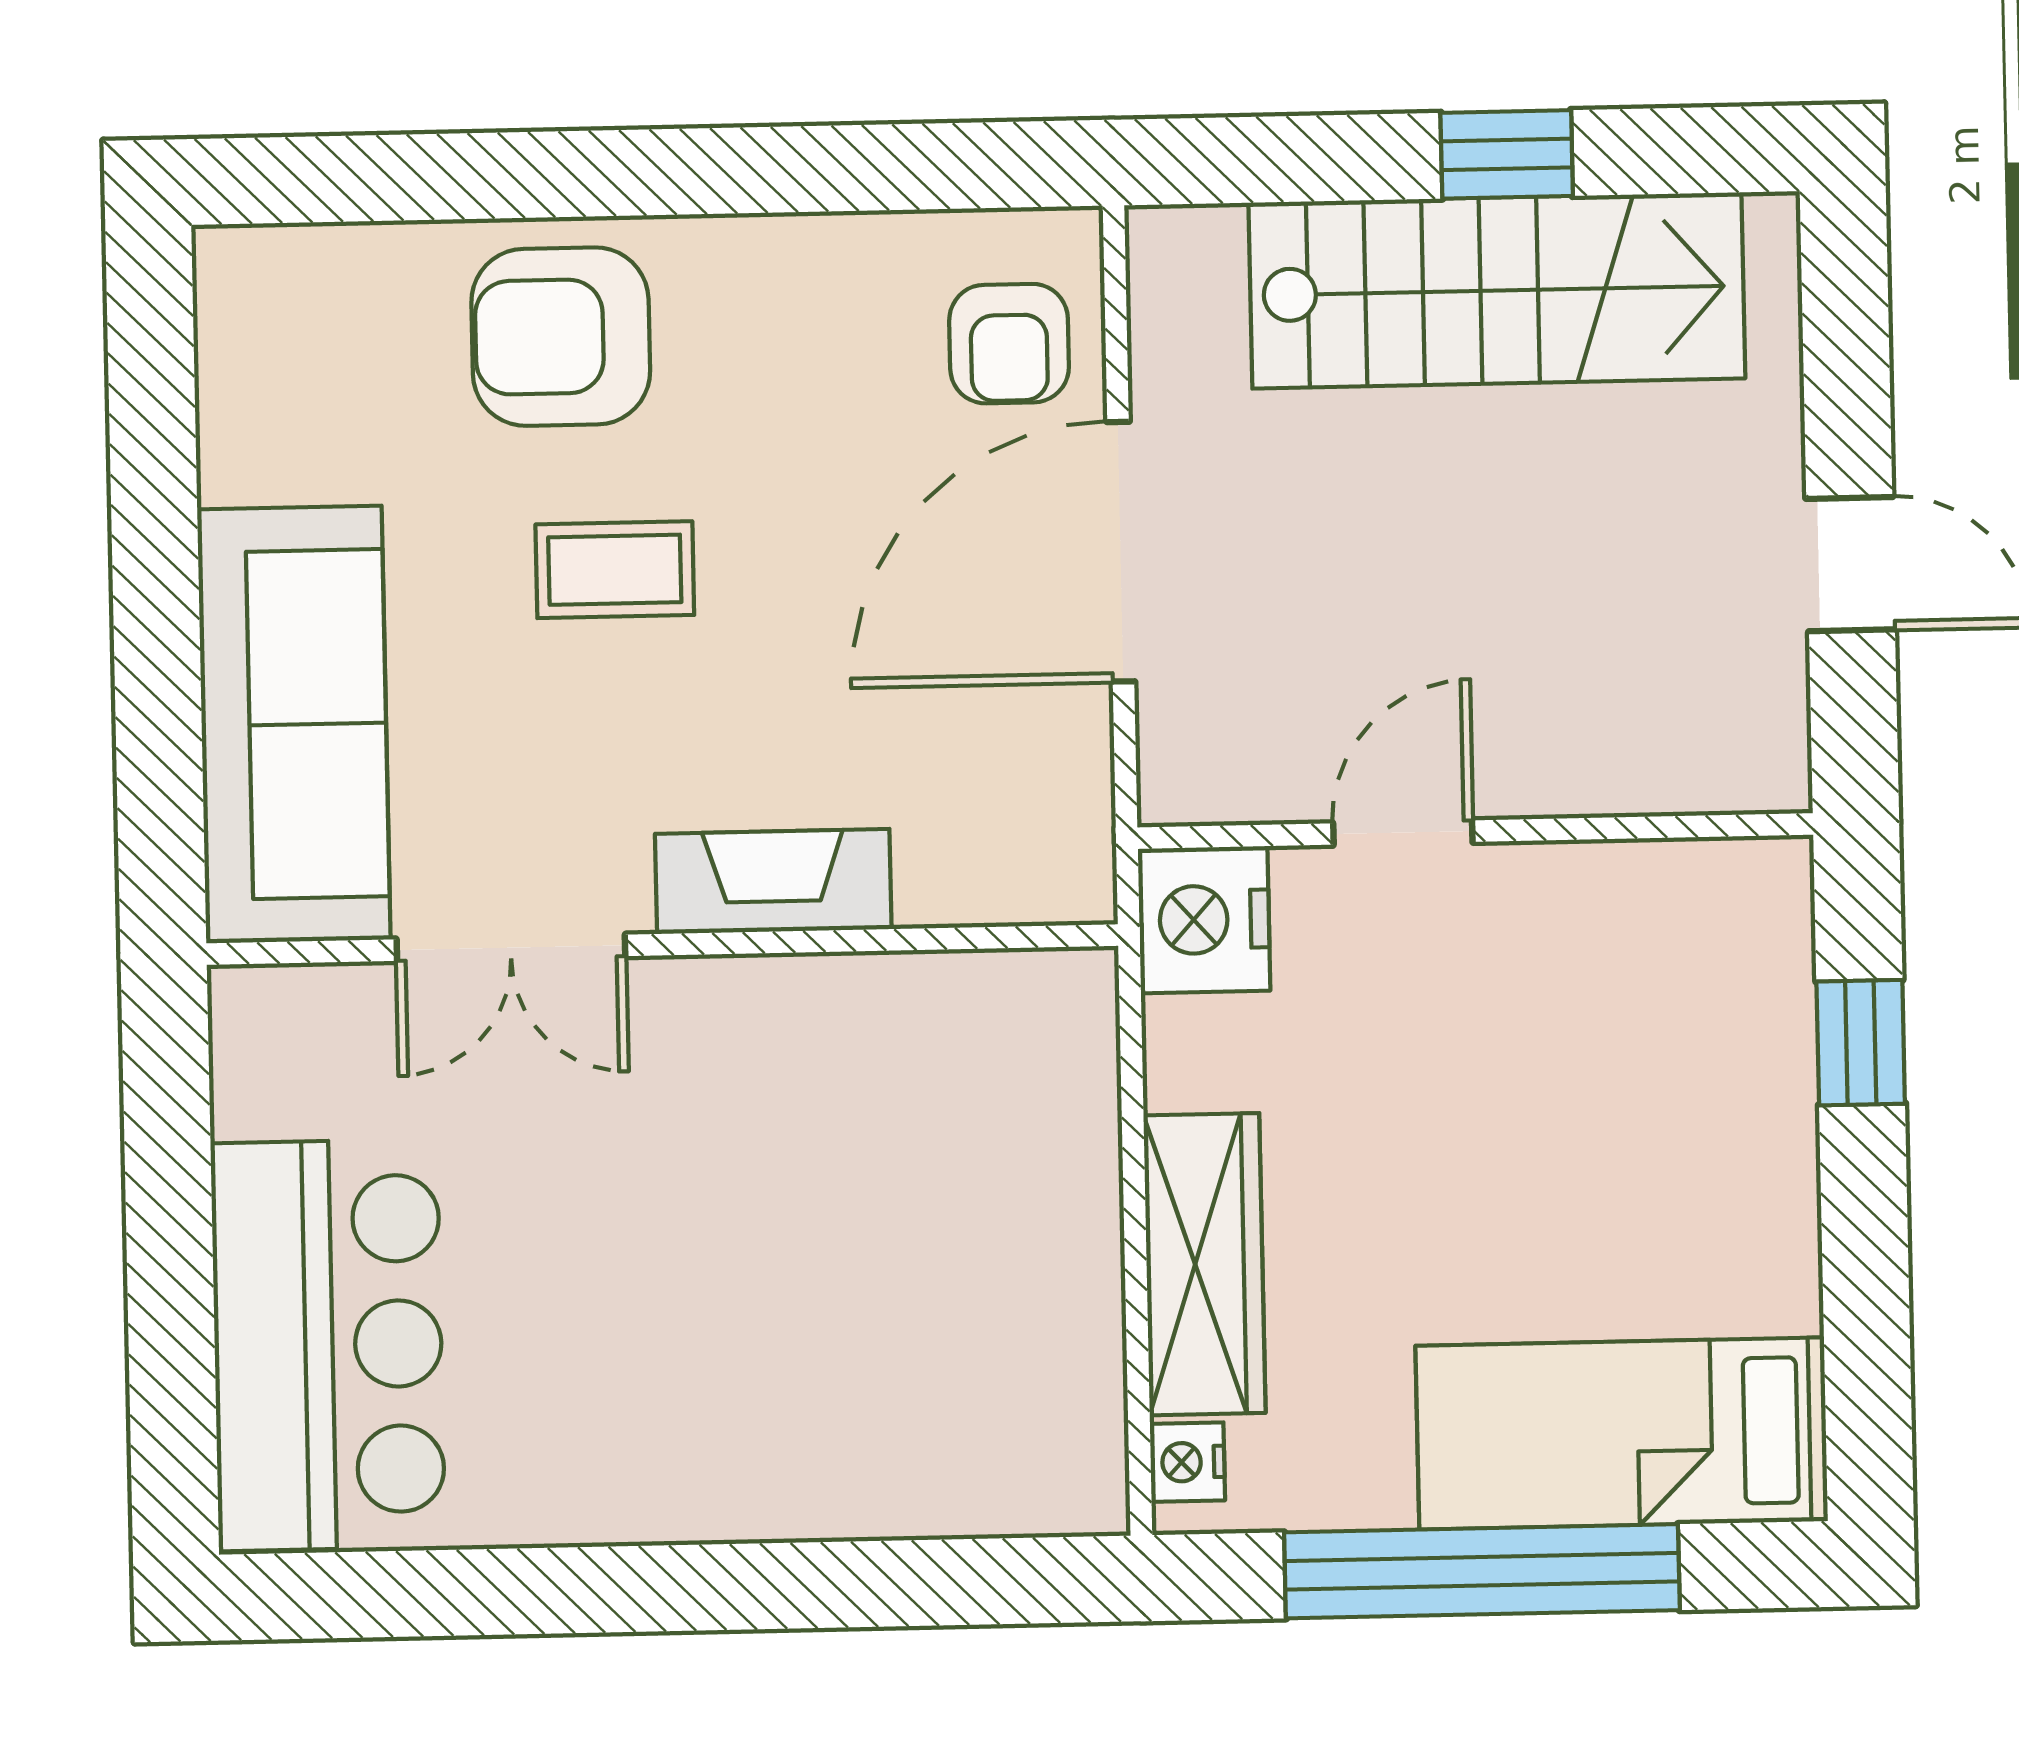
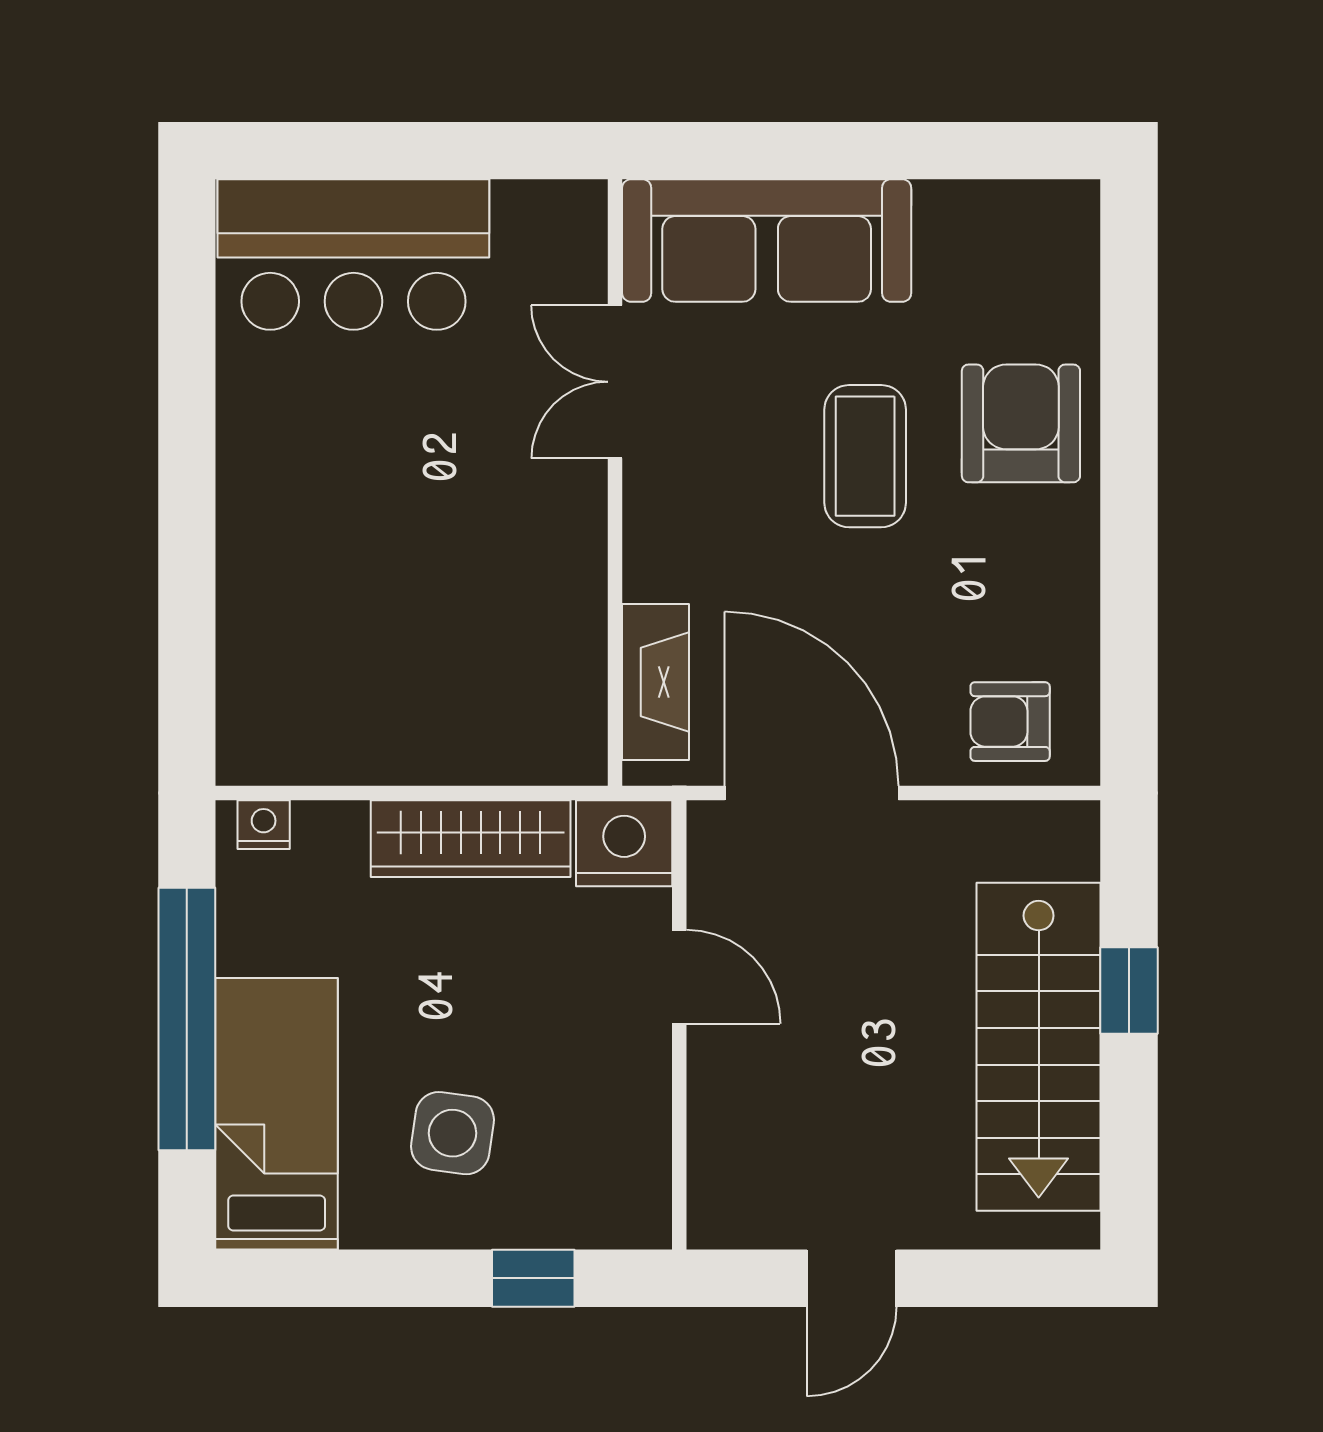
window: (1507, 154) -> (1129, 991), moved
door: (1121, 552) -> (812, 793), moved
coffee table: (615, 570) -> (865, 456), width x1.36, depth x1.30
fireplace: (773, 881) -> (656, 682), moved
side table: (1645, 1168) -> (452, 1133), added
wardrobe: (1204, 1264) -> (471, 839), moved

